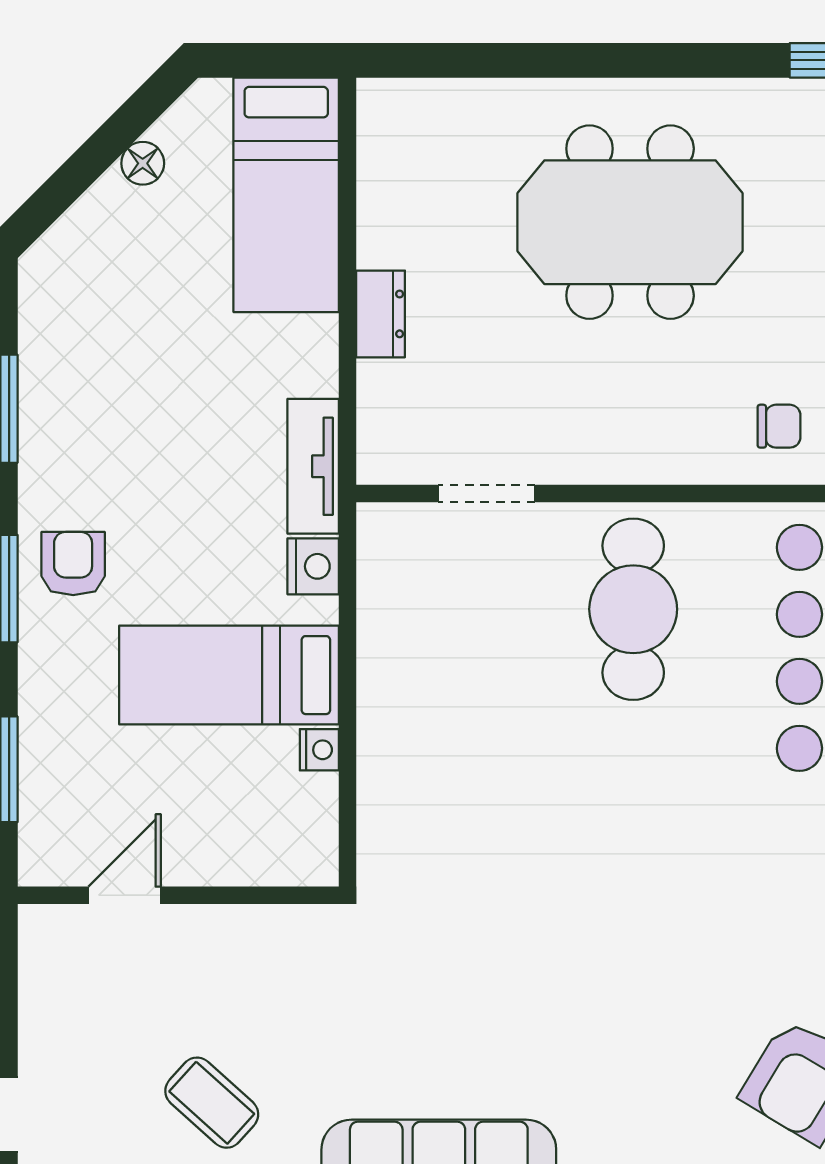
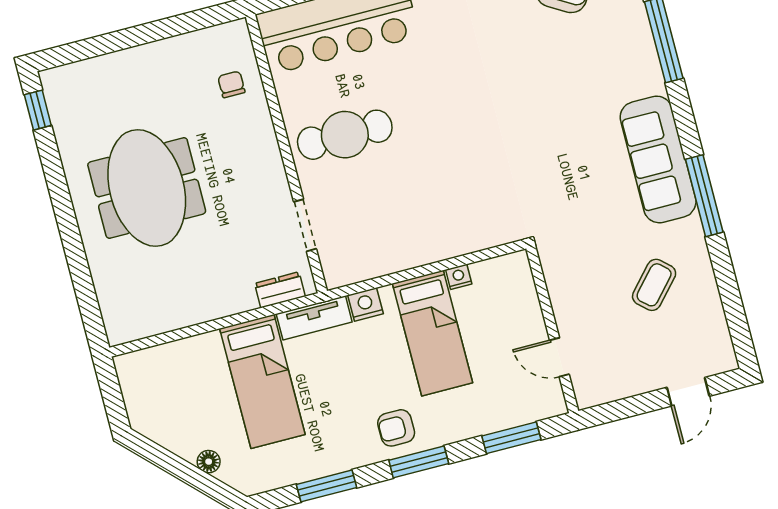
floor lamp: (143, 163) -> (209, 462), moved
bed: (286, 195) -> (262, 381), moved, turned 90
dresser: (381, 314) -> (280, 290), moved

